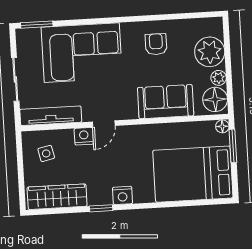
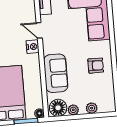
plant: (210, 52) -> (92, 108), width x0.53, depth x0.53
nightstand: (84, 136) -> (33, 47), moved

